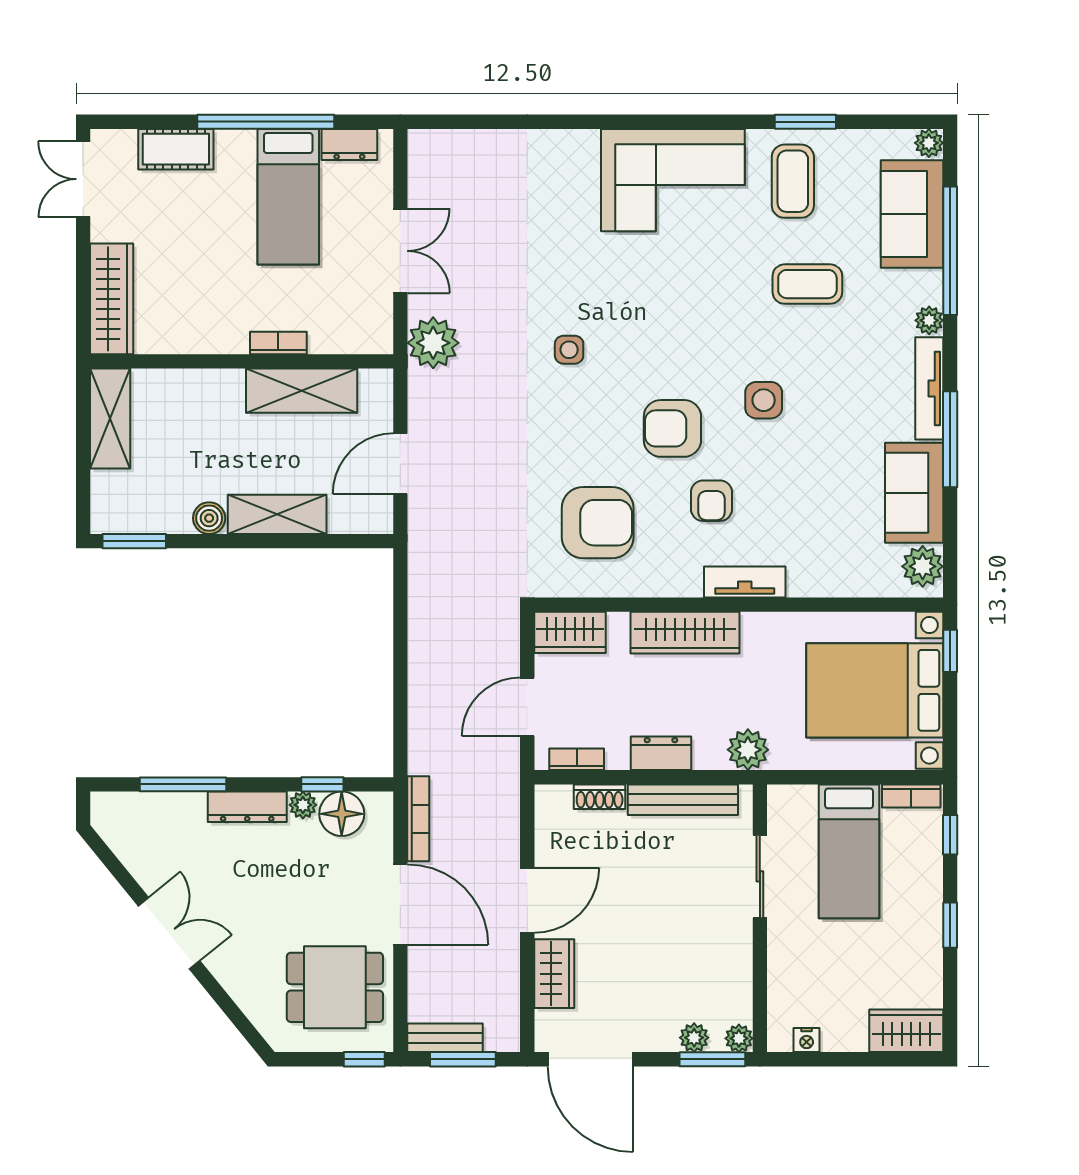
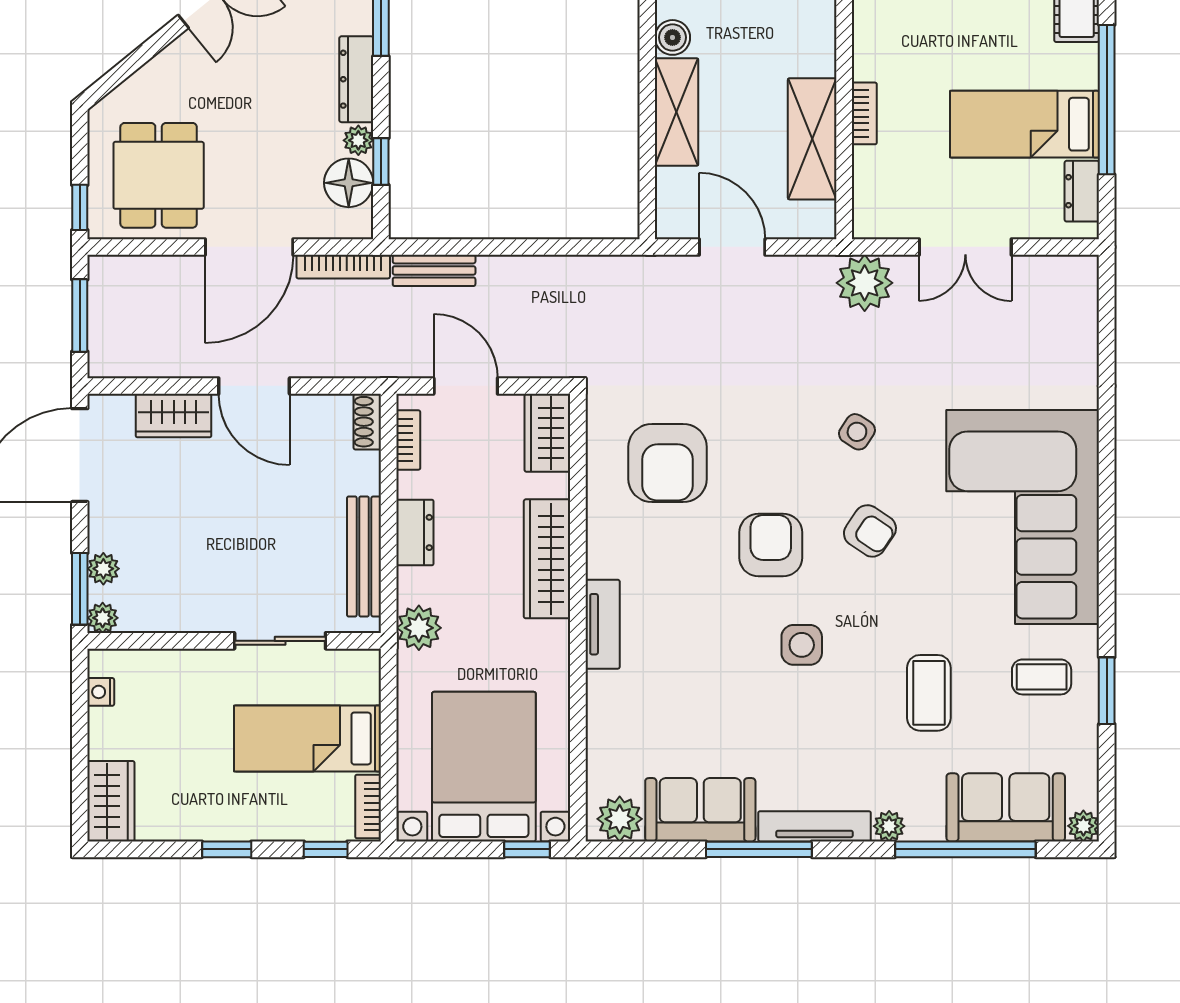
corner sofa: (673, 180) -> (1023, 517), width x1.36, depth x1.36
coffee table: (793, 181) -> (1042, 677), width x0.73, depth x0.77
side table: (569, 350) -> (857, 432), turned 33
armchair: (712, 501) -> (870, 531), moved, turned -146
shoe rack: (600, 797) -> (367, 422), moved
bench: (445, 1038) -> (434, 270), moved, turned 90

